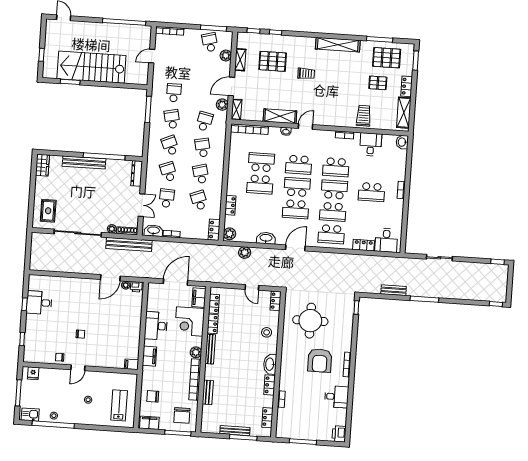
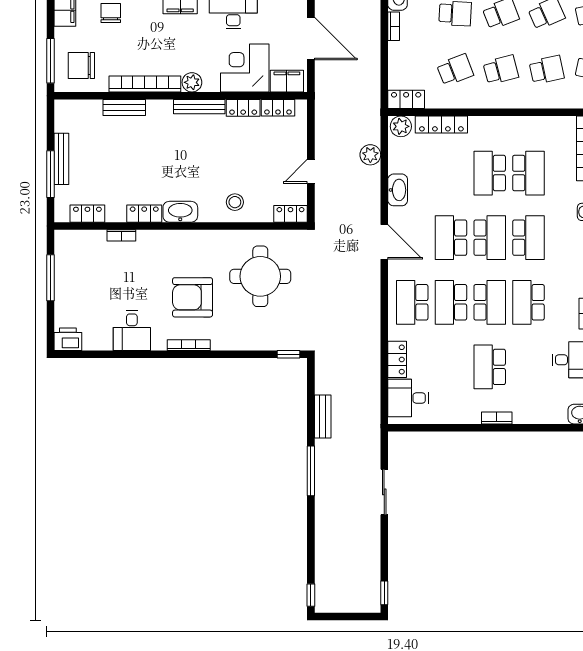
school desk: (299, 165) -> (528, 238), turned 180
locker: (230, 205) -> (441, 125), width x1.53

